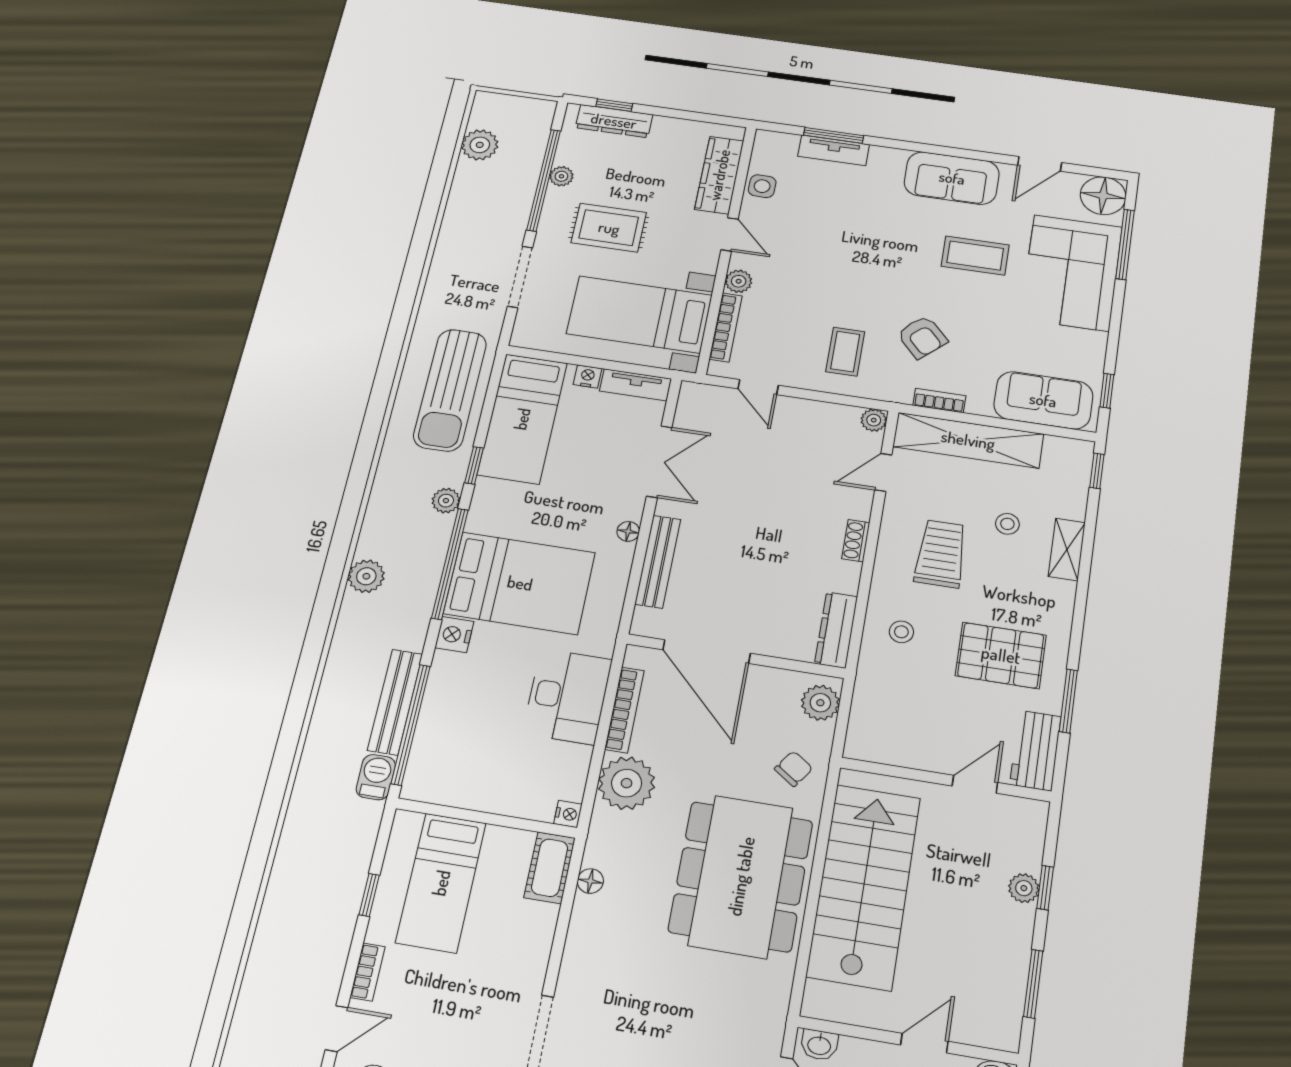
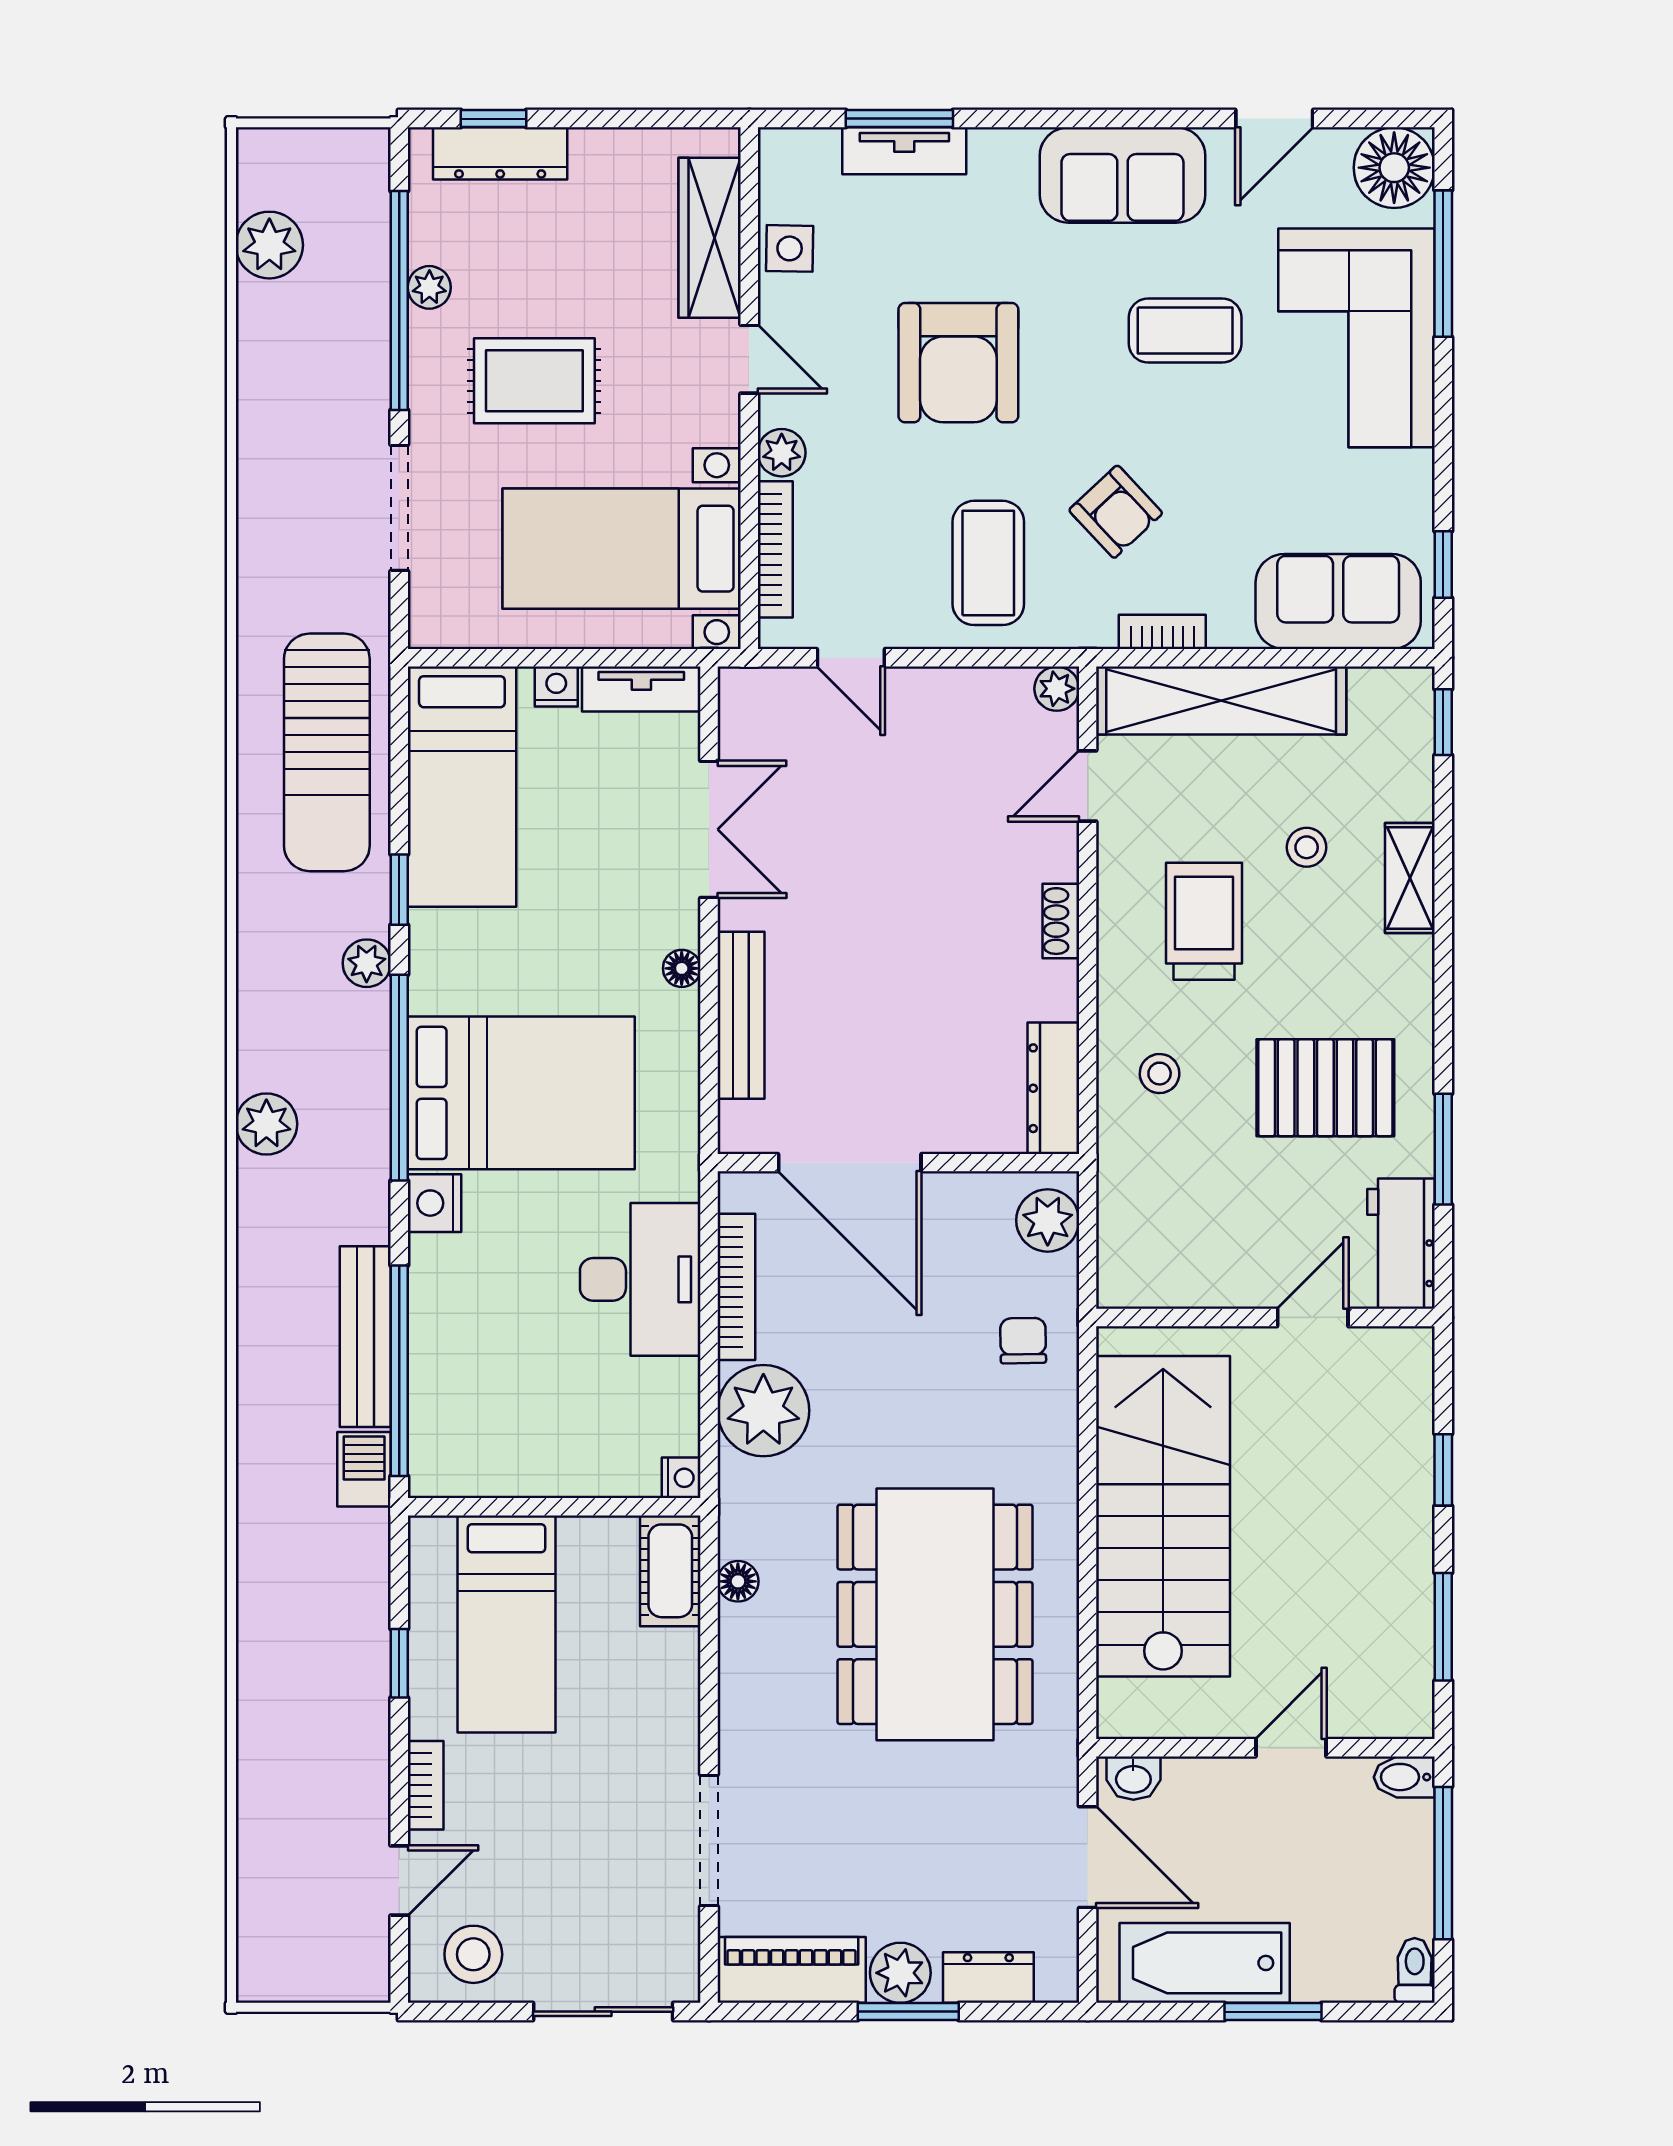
armchair: (846, 253) -> (958, 363), added
coffee table: (845, 352) -> (988, 563), width x1.36, depth x1.30
chair: (794, 769) -> (1023, 1341), turned -36
dining table: (741, 876) -> (935, 1614), moved
plant: (1024, 888) -> (1410, 1476), removed

